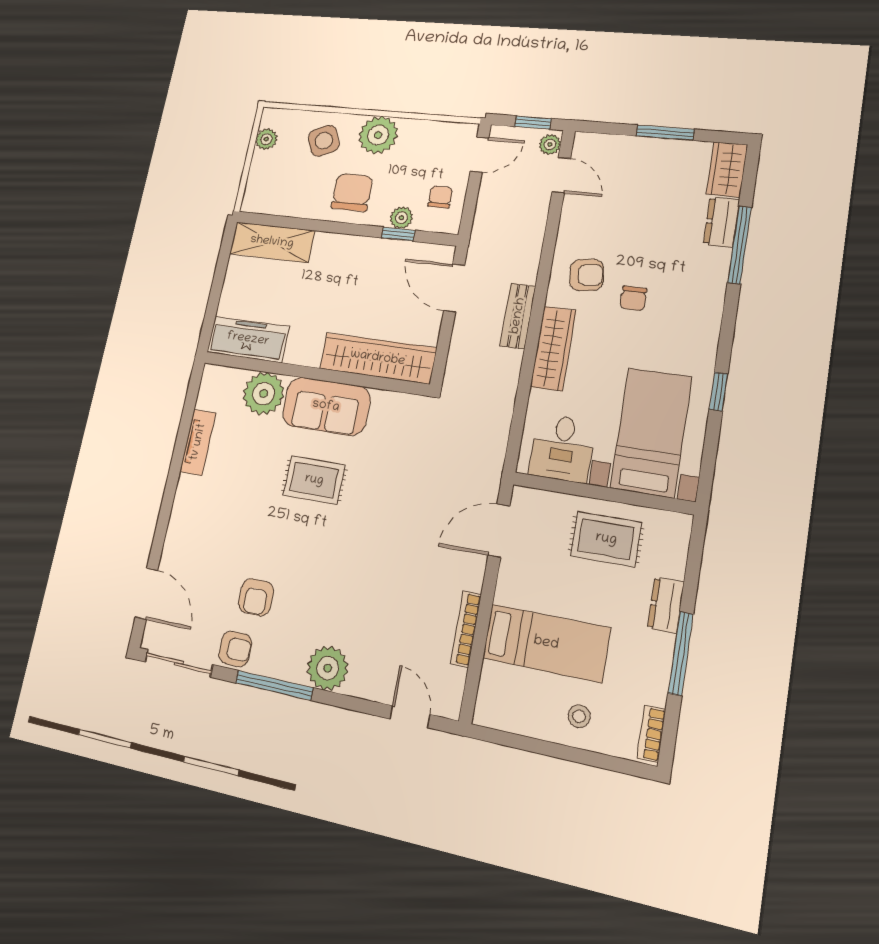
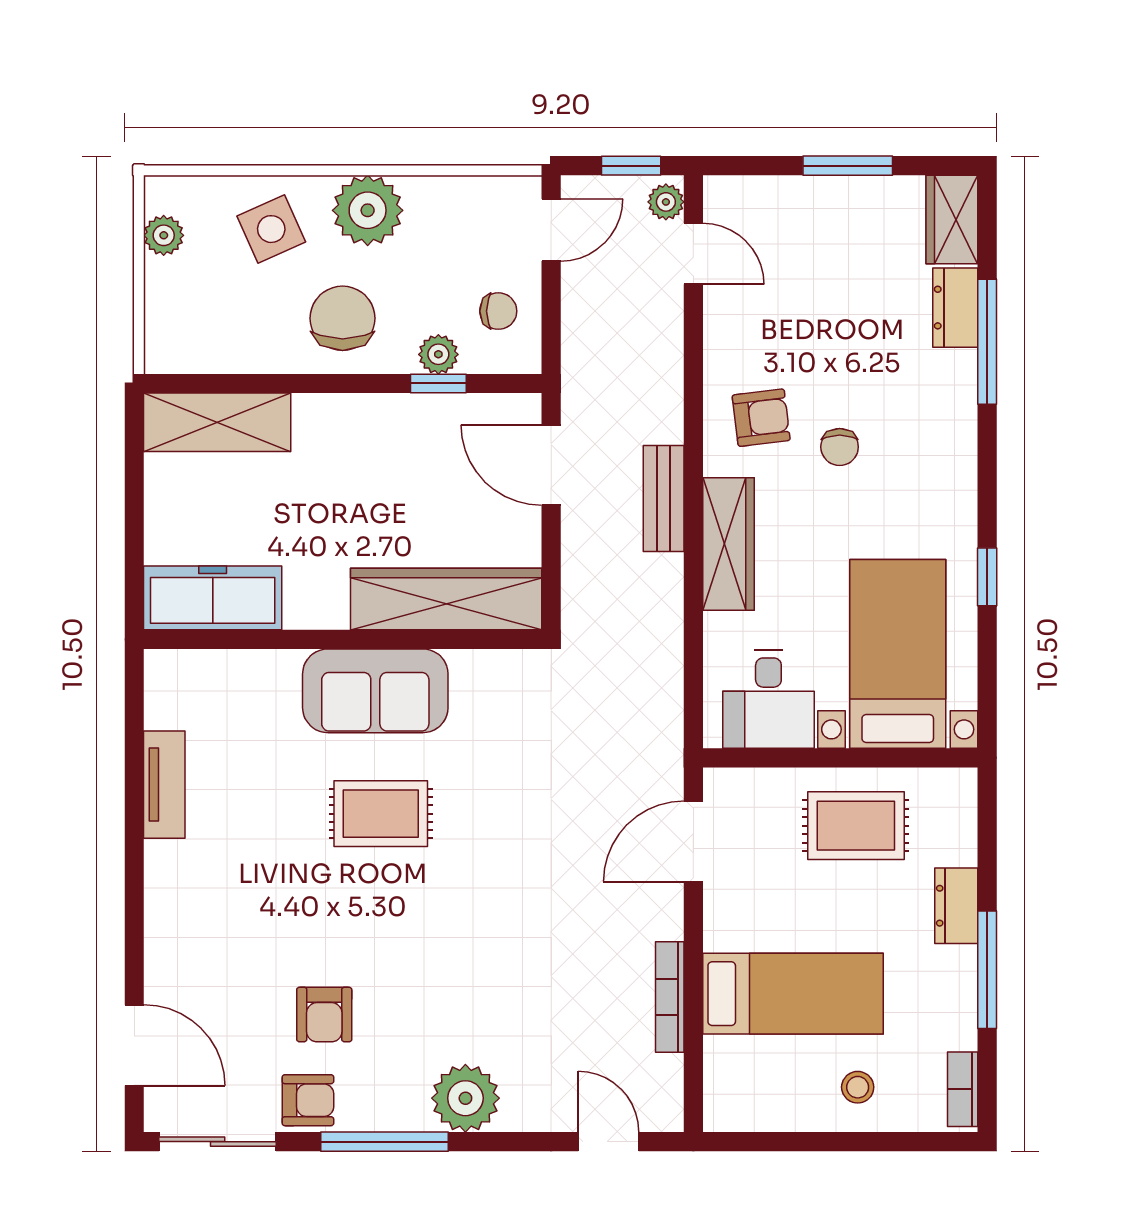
chair: (440, 197) -> (498, 311), turned 90
plant: (264, 394) -> (262, 686), removed

